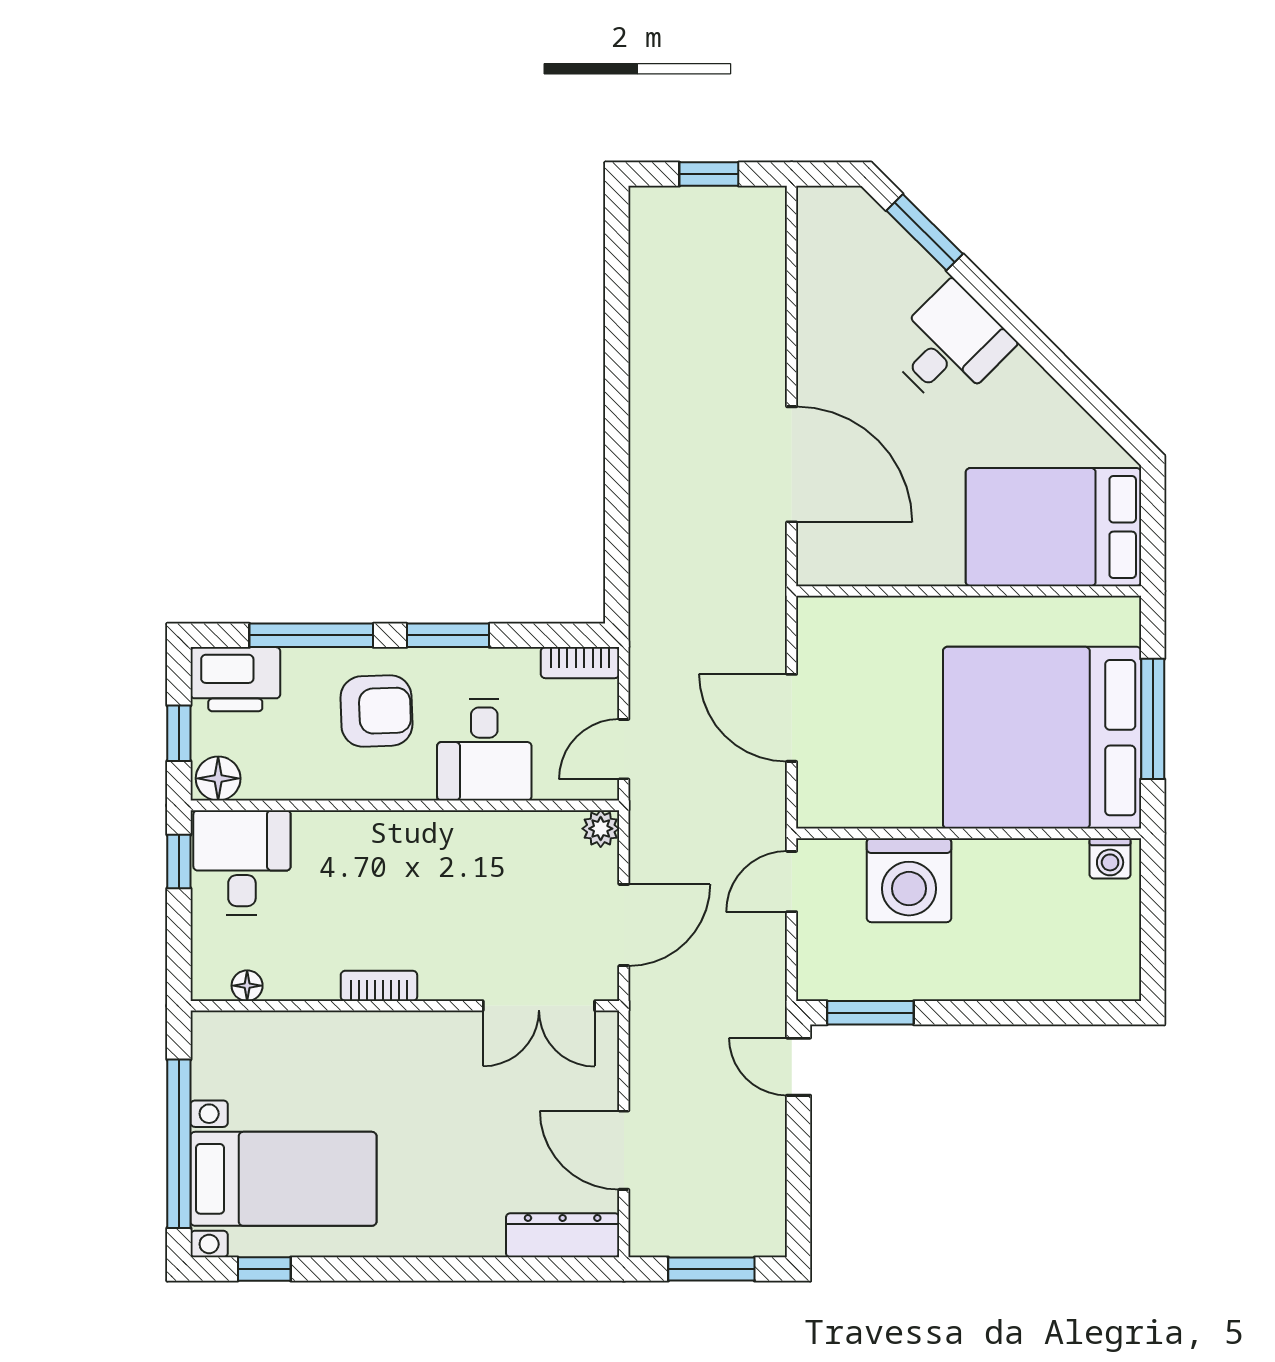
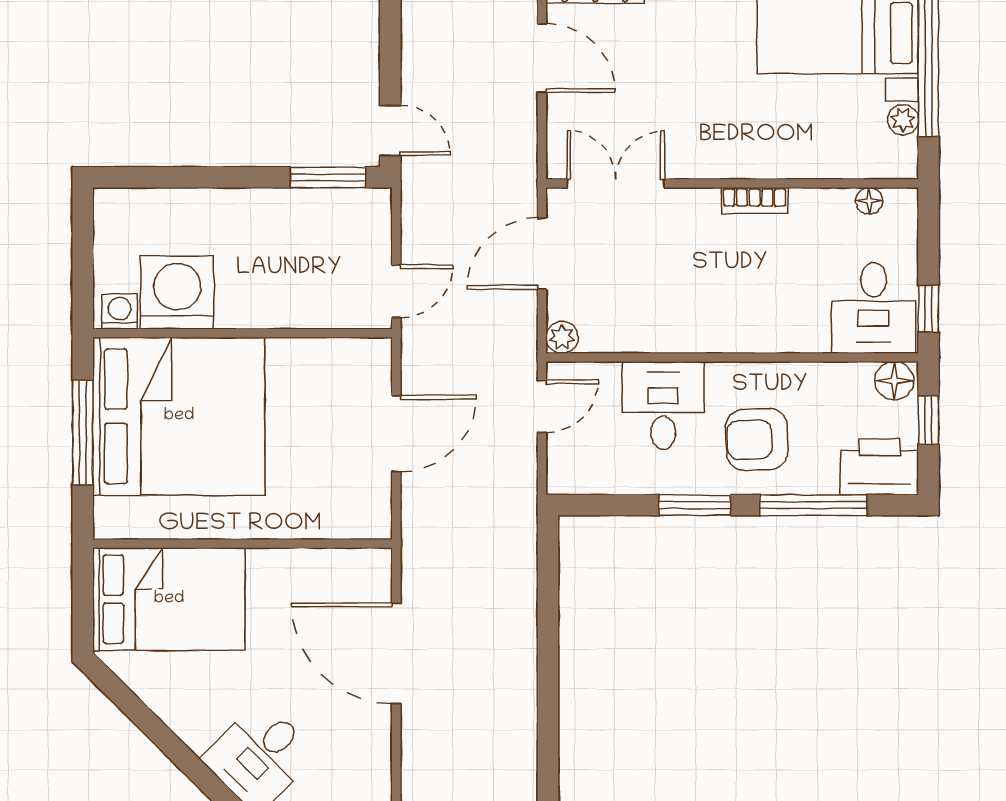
bookcase: (580, 663) -> (580, 481), removed
door: (792, 718) -> (396, 433), hinge flipped
washing machine: (909, 880) -> (177, 292), moved
plant: (208, 1079) -> (903, 120), added

